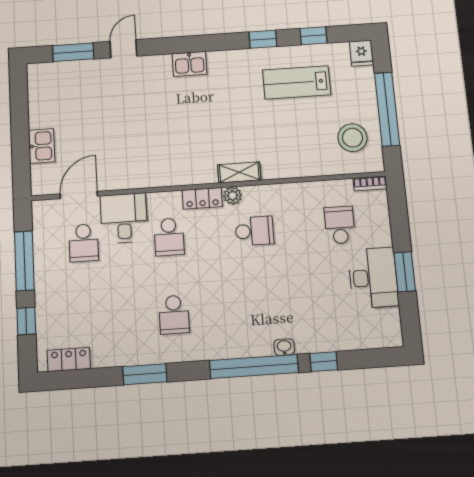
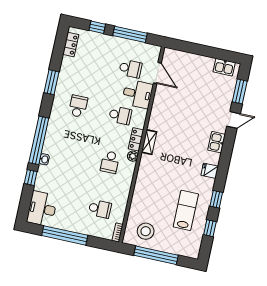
door: (123, 49) -> (234, 120), hinge flipped
fridge: (362, 53) -> (210, 171), moved
kitchen sink: (190, 64) -> (217, 142), moved
kitchen sink: (42, 146) -> (224, 67), moved
shelving: (239, 172) -> (149, 142), moved
school desk: (169, 237) -> (120, 115), turned 180
school desk: (84, 243) -> (130, 69), turned 180
window: (405, 272) -> (65, 235), width x2.11
desk: (373, 278) -> (42, 209), moved, turned 90
school desk: (174, 315) -> (78, 106), turned 90

